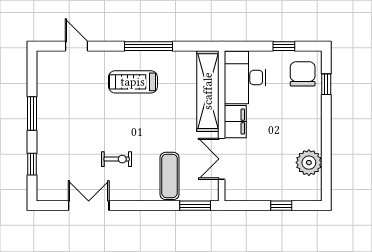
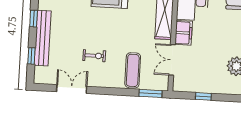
window: (32, 114) -> (34, 19), width x0.67
bench: (46, 139) -> (43, 38), added
window: (281, 206) -> (203, 96), moved

